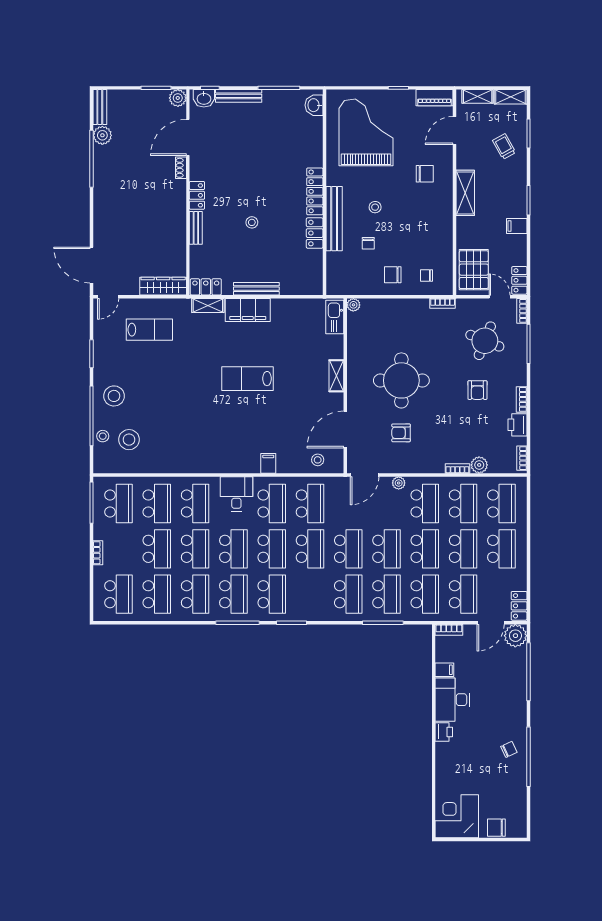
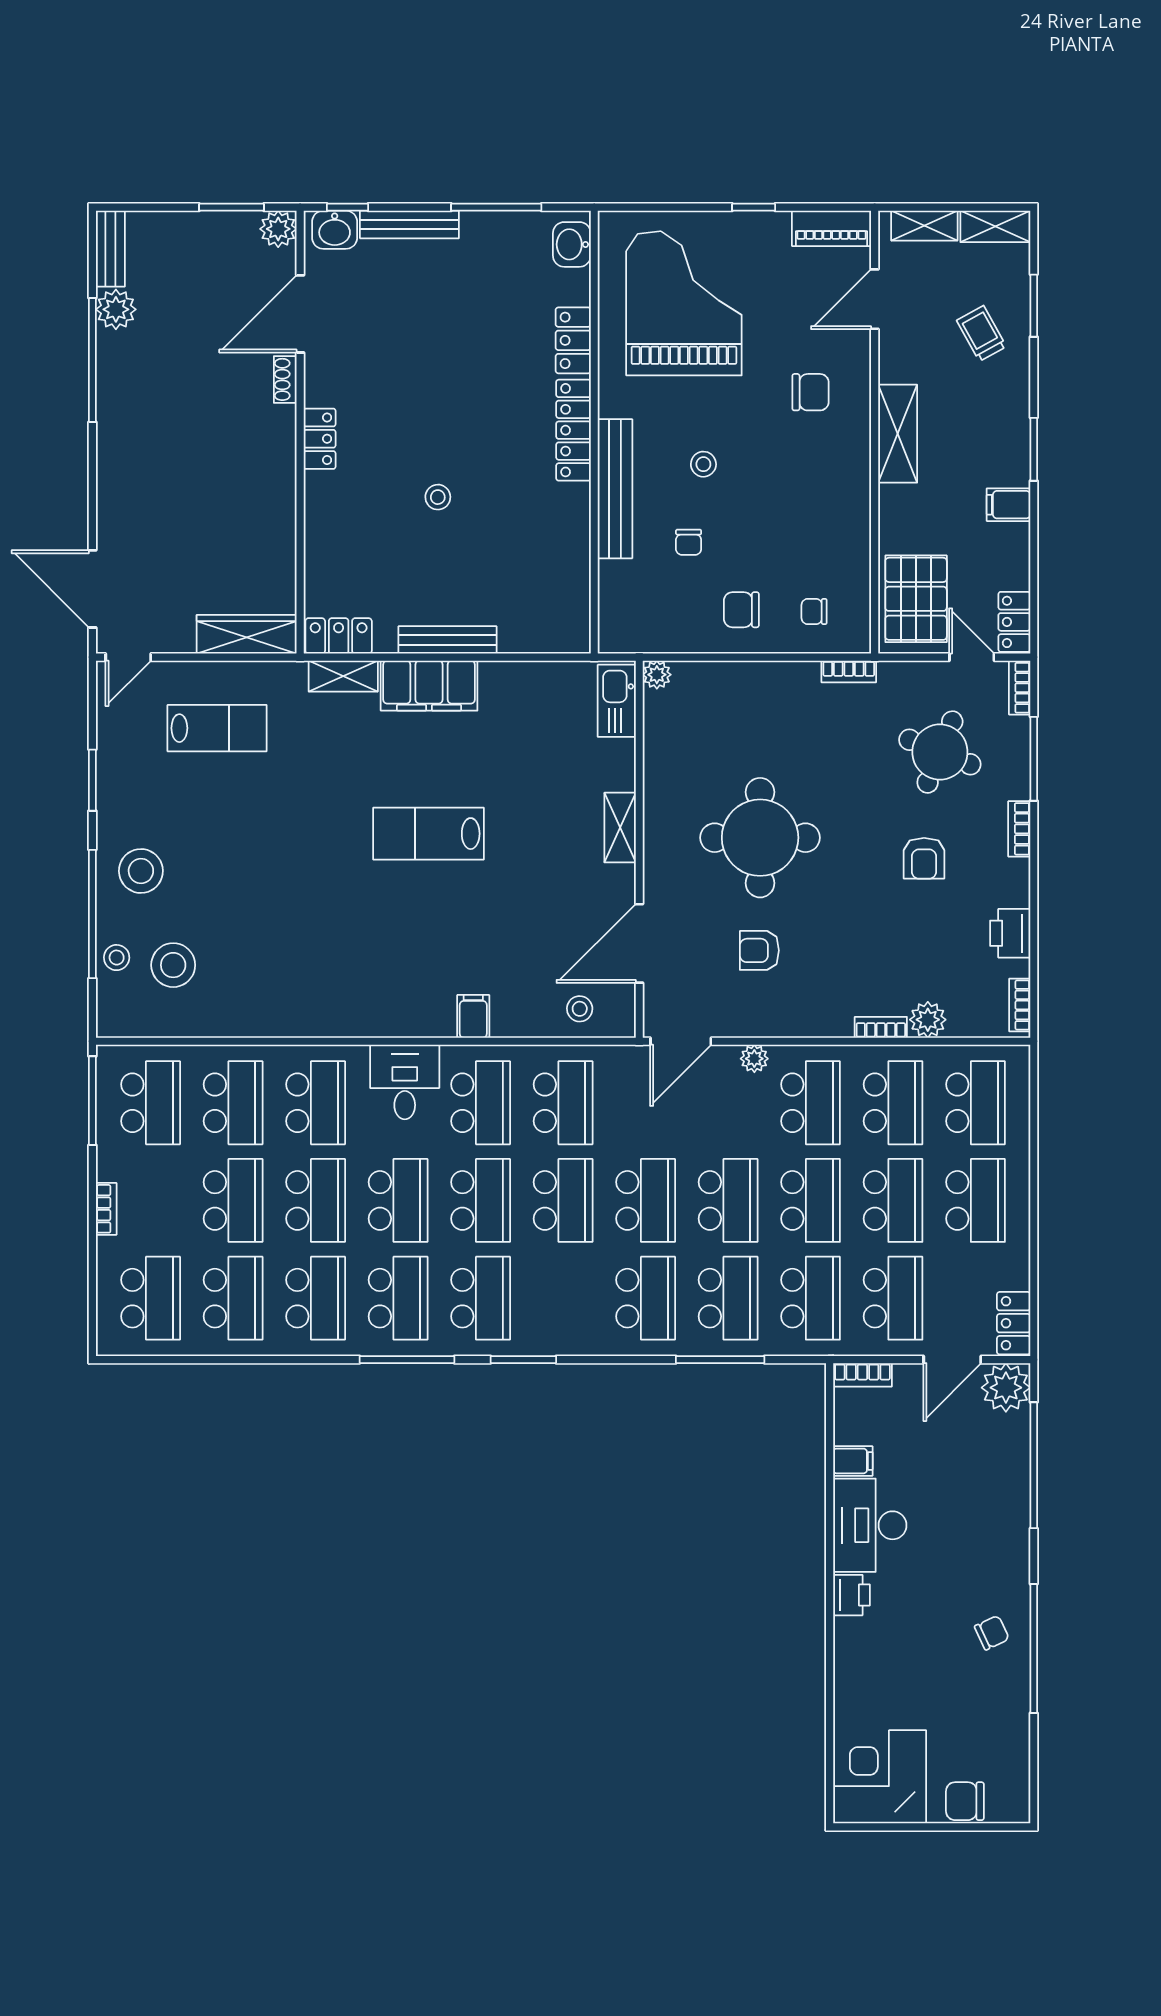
bench: (196, 228) -> (317, 509), removed
locker: (315, 233) -> (573, 340), moved
bookcase: (522, 399) -> (1019, 829), moved

